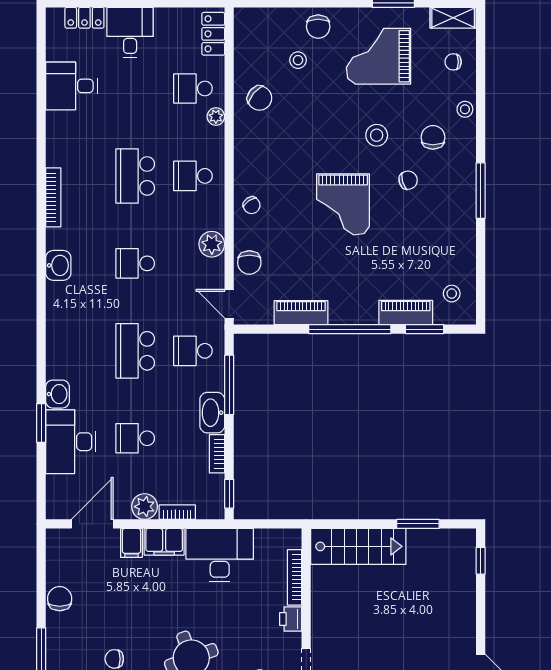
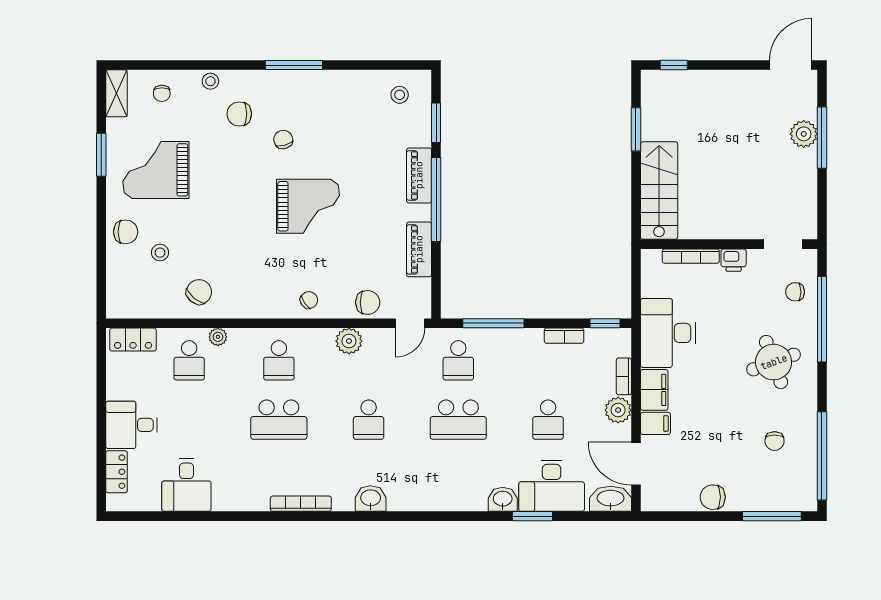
grand piano: (378, 56) -> (156, 170), turned 90
stool: (377, 135) -> (237, 172), removed
piano: (406, 313) -> (419, 175), moved
washbasin: (212, 413) -> (611, 499), moved, turned 180

